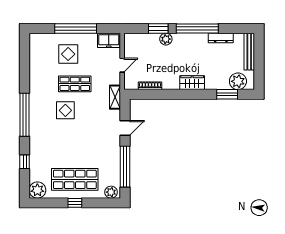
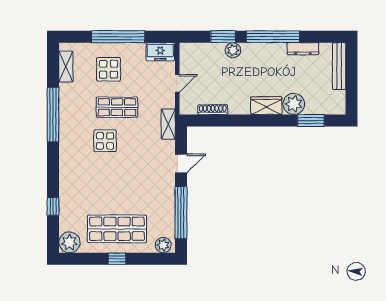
shelving: (35, 52) -> (66, 67), added
plant: (238, 81) -> (294, 104), moved
window: (25, 115) -> (53, 114), moved

